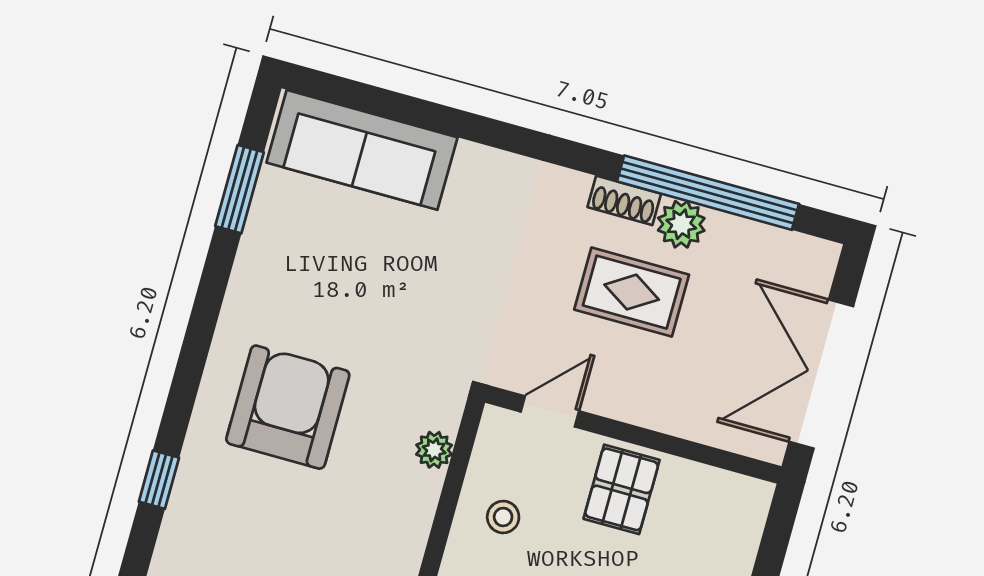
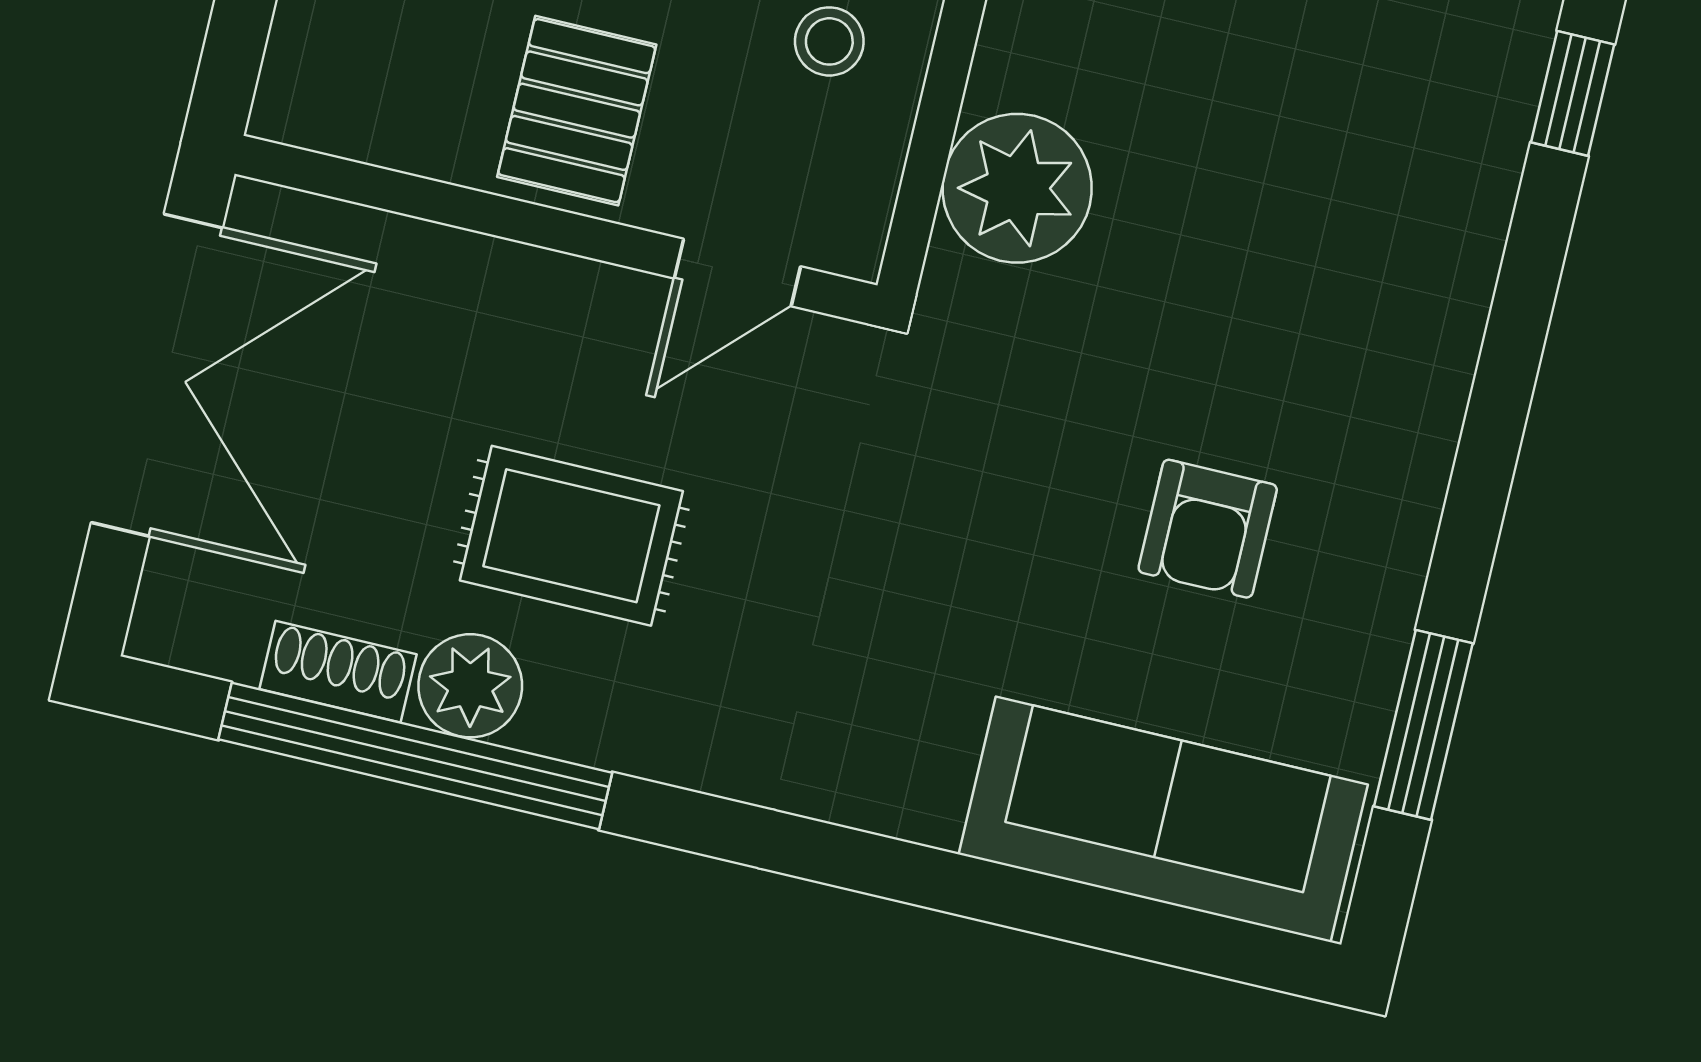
shoe rack: (624, 200) -> (338, 672), moved
armchair: (288, 407) -> (1208, 529), moved, width x0.53, depth x0.53
plant: (434, 450) -> (1017, 188), width x1.88, depth x1.88

